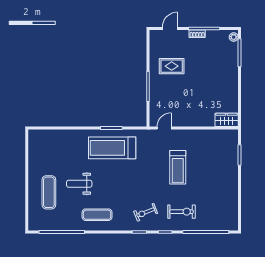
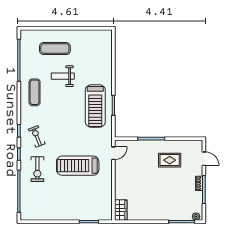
rug: (172, 66) -> (170, 160), turned 90
door: (164, 128) -> (113, 153), hinge flipped
treadmill: (112, 148) -> (95, 106), turned 180
treadmill: (178, 167) -> (78, 166), width x1.37, depth x1.38
weight bench: (79, 184) -> (63, 76), turned -90

